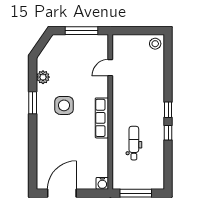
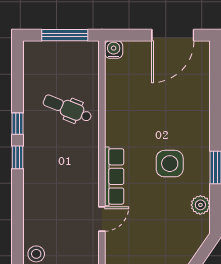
row of seats: (102, 118) -> (114, 176), moved
dental chair: (134, 143) -> (67, 108), turned 112

